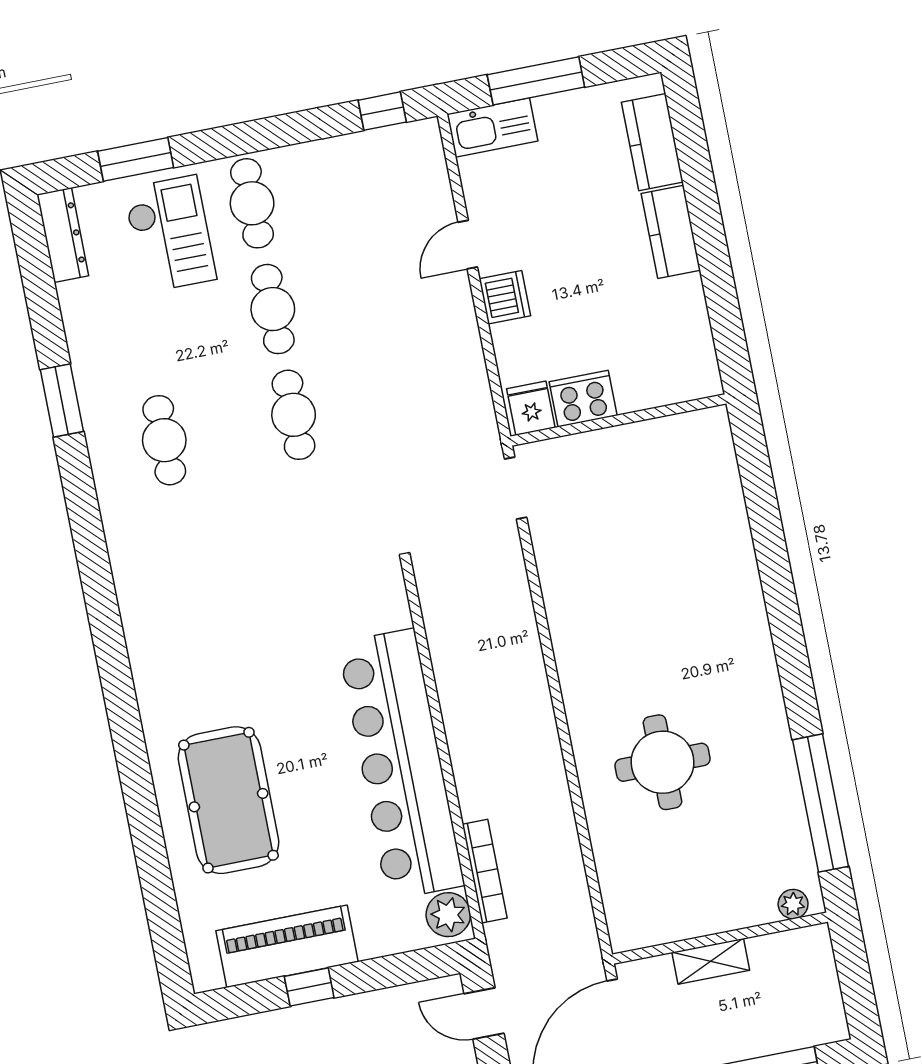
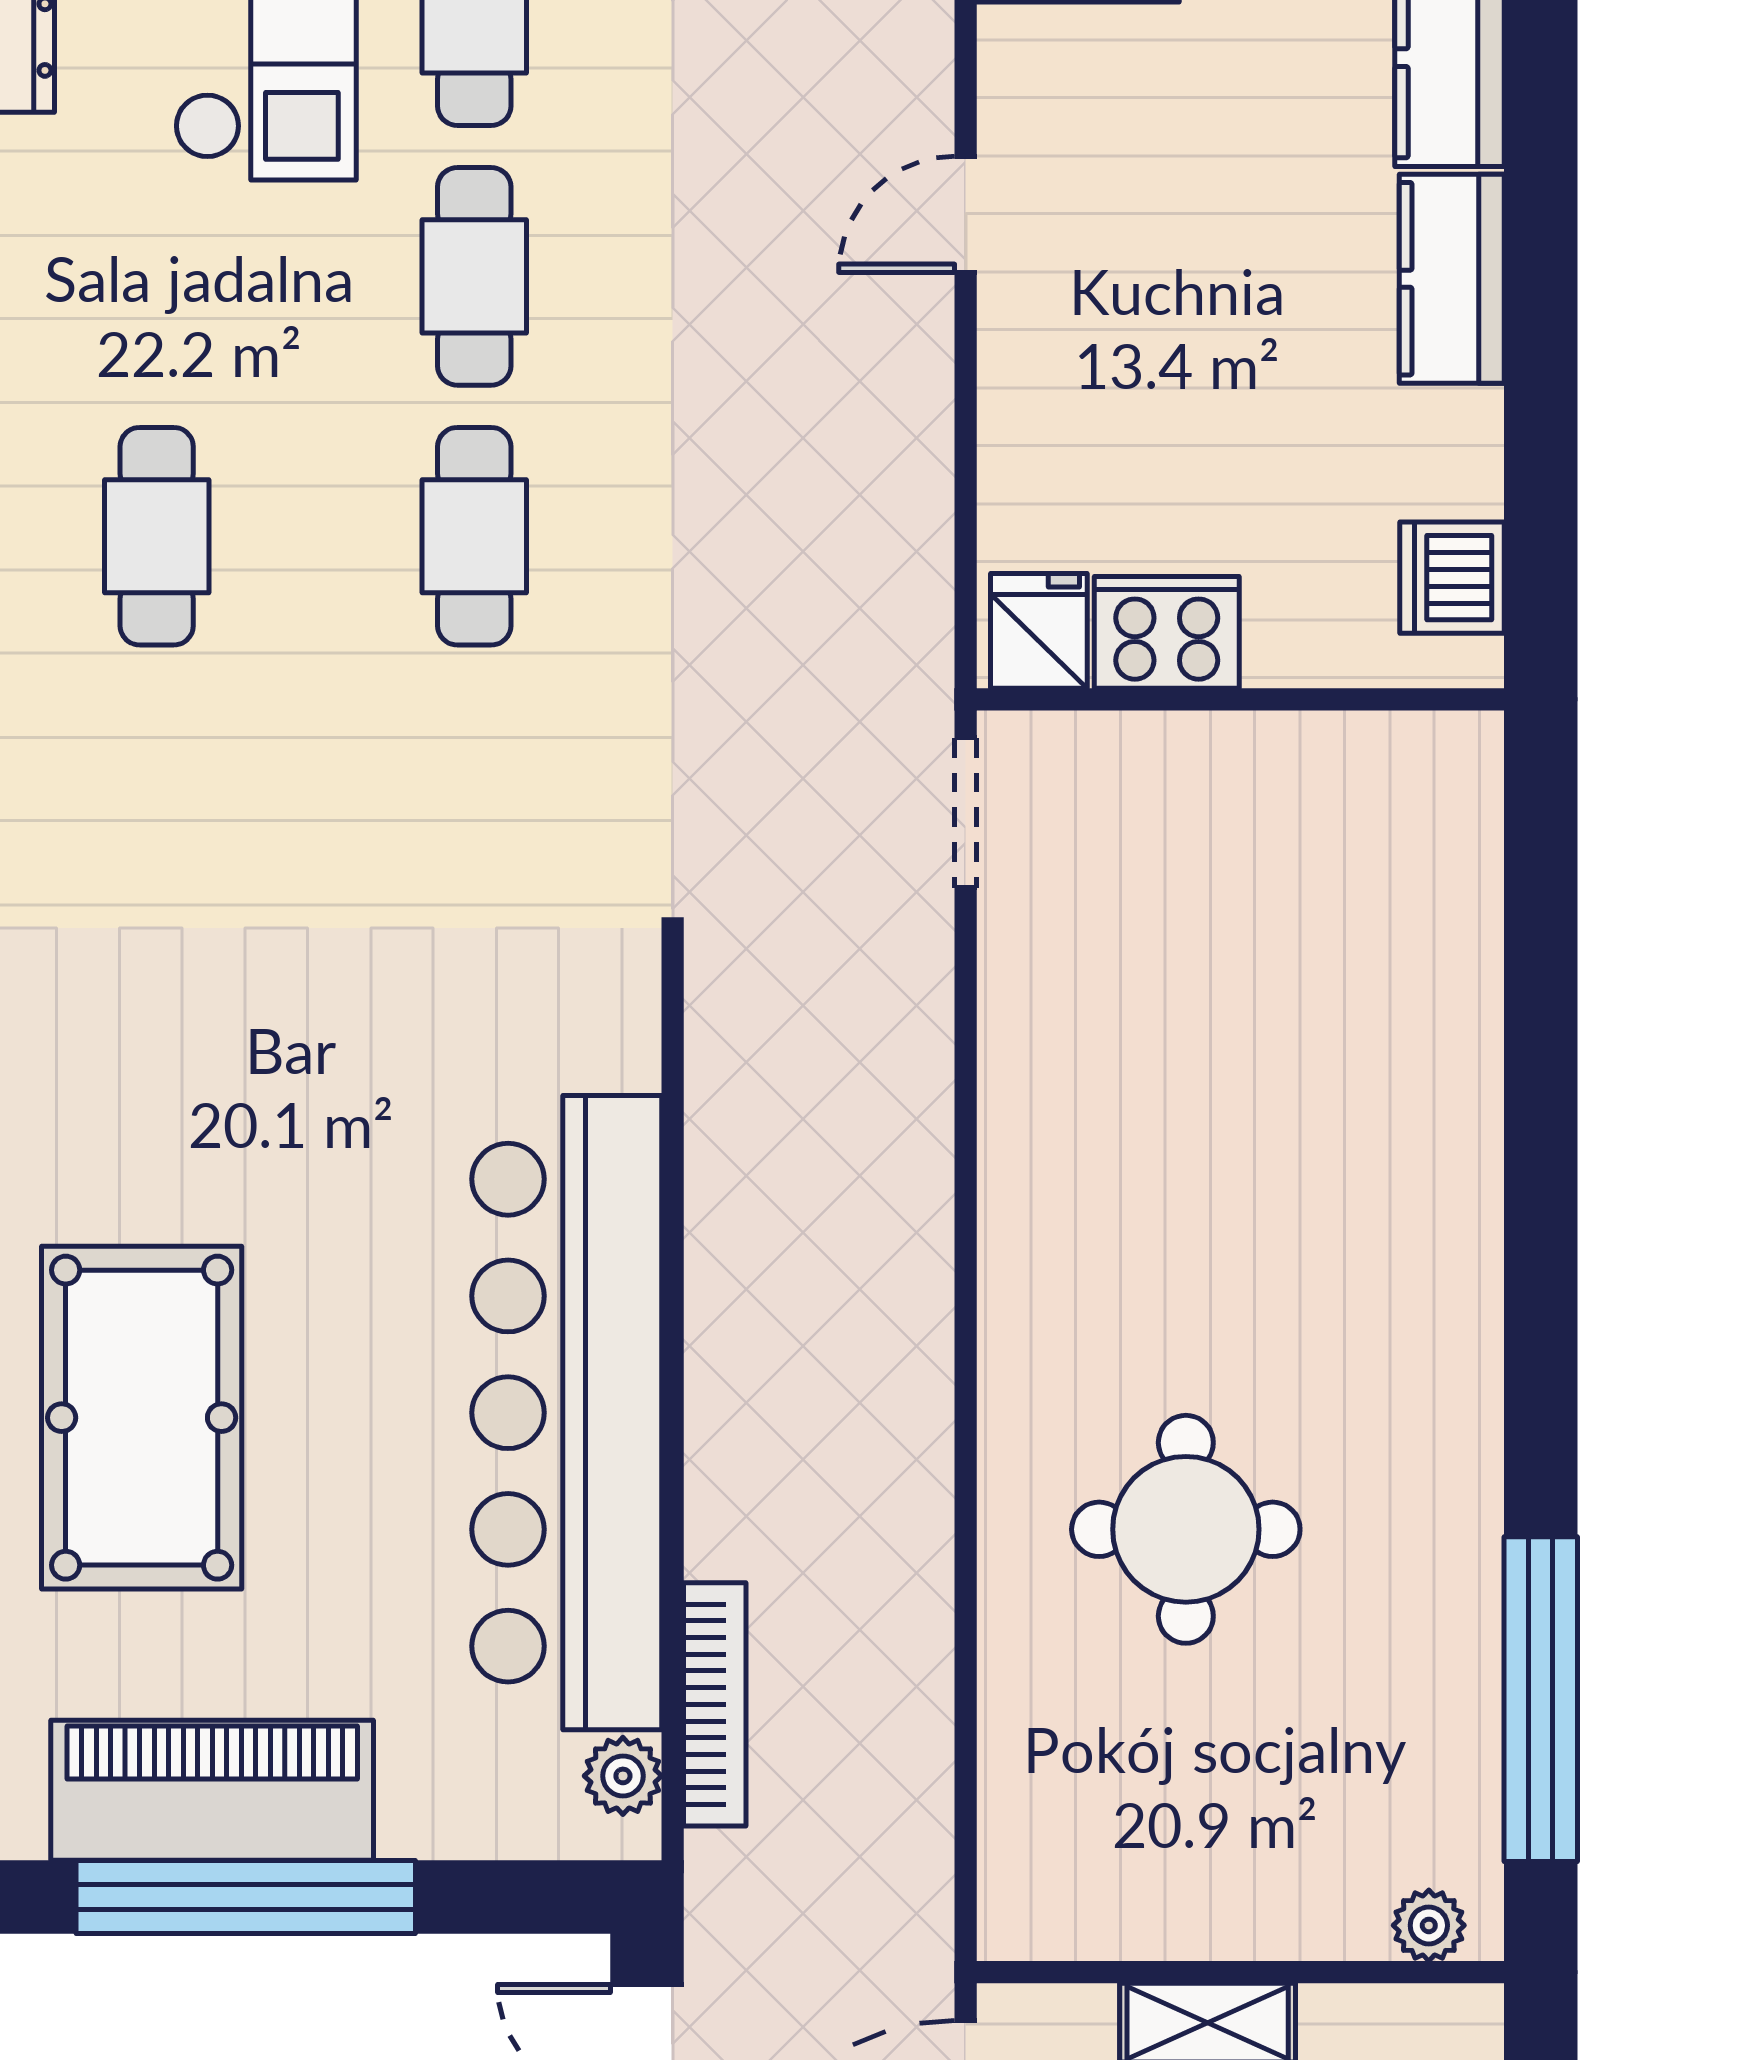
dishwasher: (505, 297) -> (1452, 578), moved, turned 180
plant: (448, 915) -> (623, 1776), width x0.73, depth x0.73
window: (309, 987) -> (246, 1897), width x3.17

